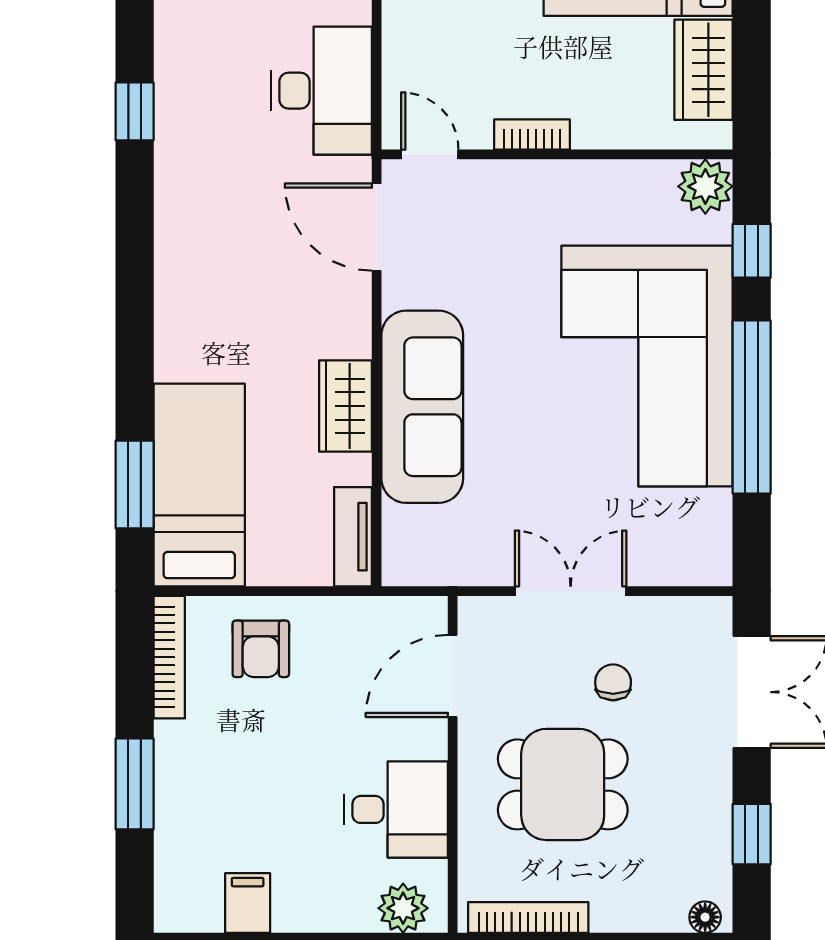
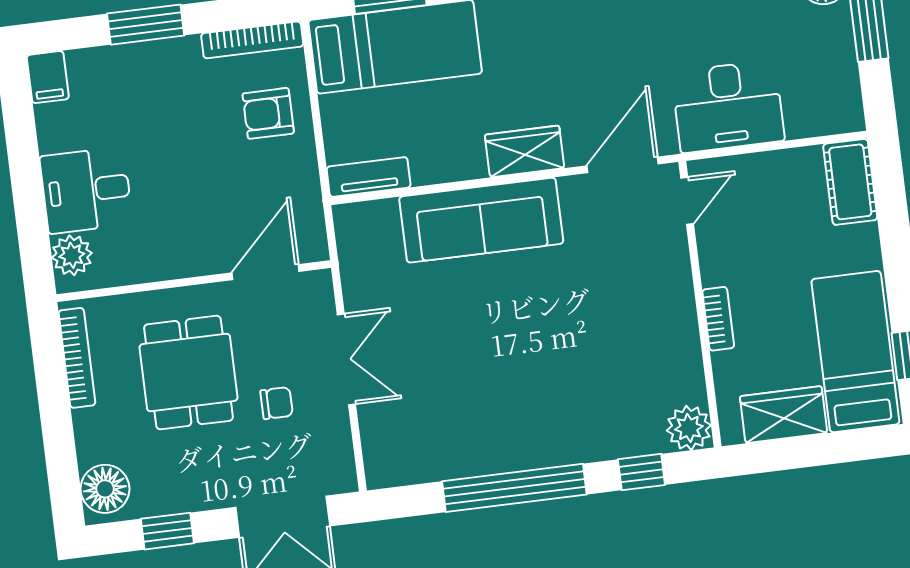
bookcase: (532, 135) -> (718, 319), moved
corner sofa: (647, 366) -> (537, 399), removed
wardrobe: (345, 406) -> (525, 151), moved
door: (453, 676) -> (266, 272), hinge flipped
desk: (396, 809) -> (86, 190), moved, turned 90
filing cabinet: (248, 903) -> (48, 77), moved, turned 90
floor lamp: (705, 917) -> (105, 489), width x1.89, depth x1.89

